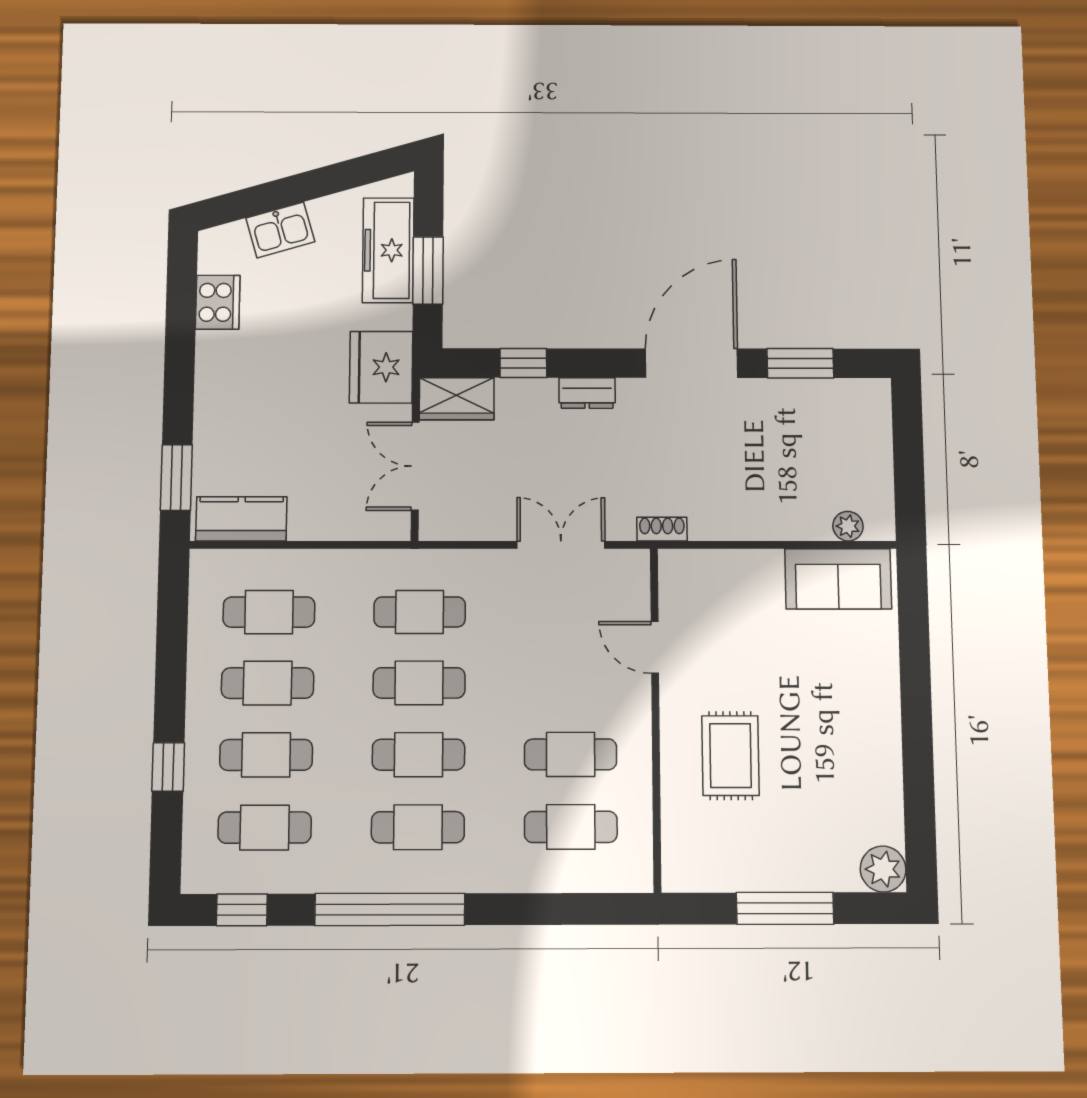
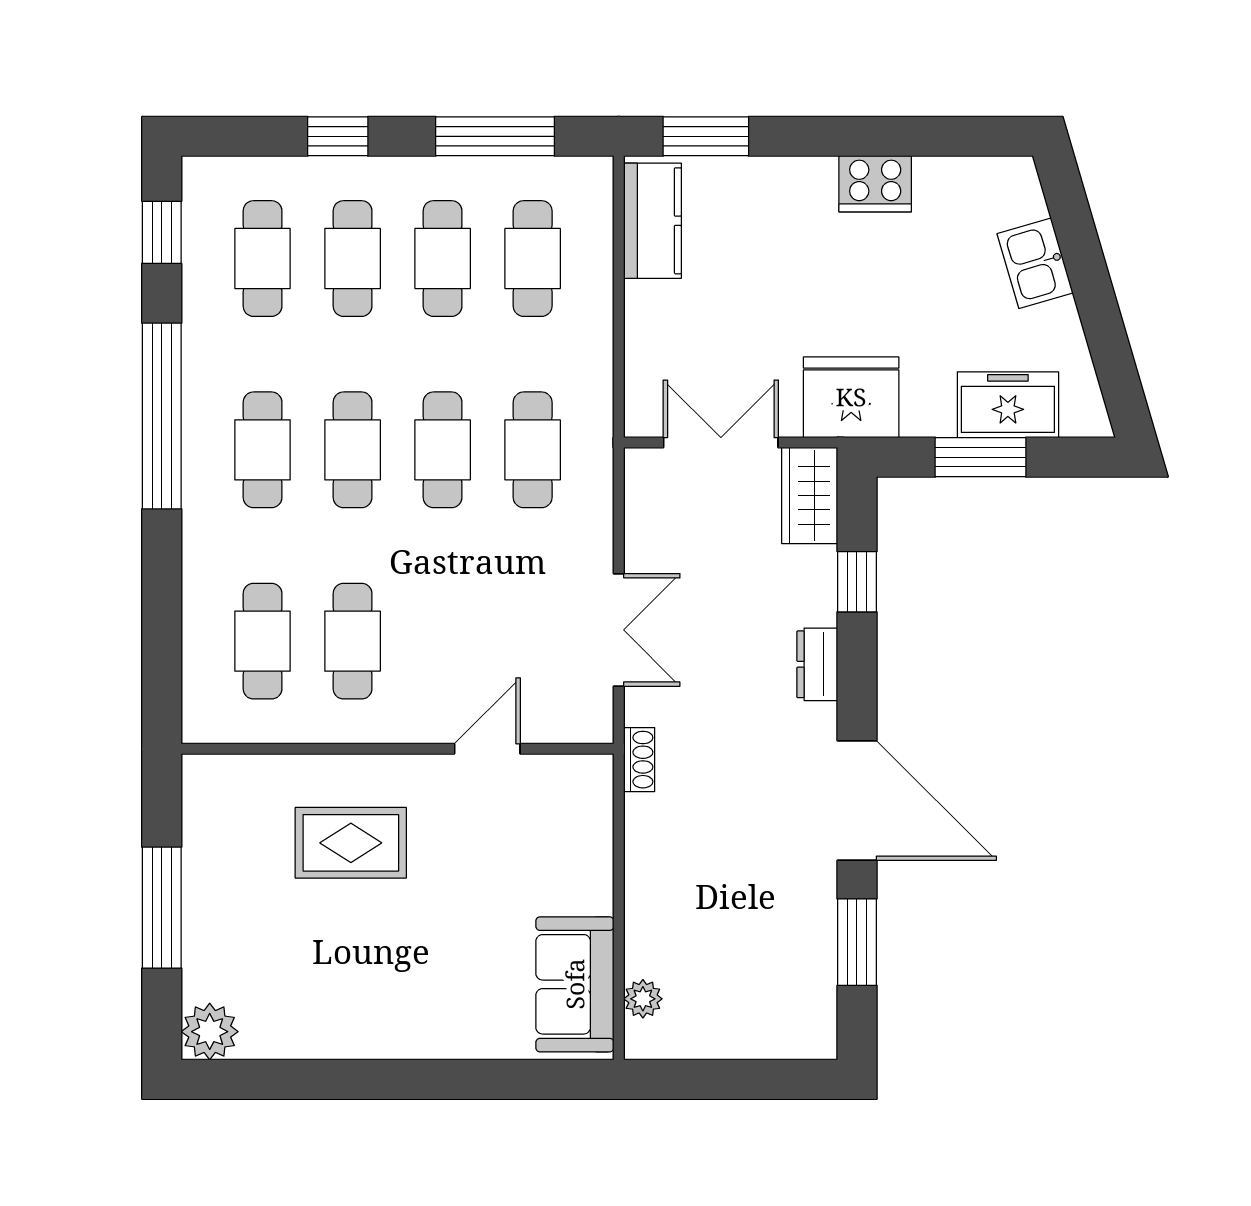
freezer: (388, 250) -> (1008, 405), width x0.71
cooker: (218, 302) -> (875, 184), moved
window: (172, 642) -> (495, 136), added

